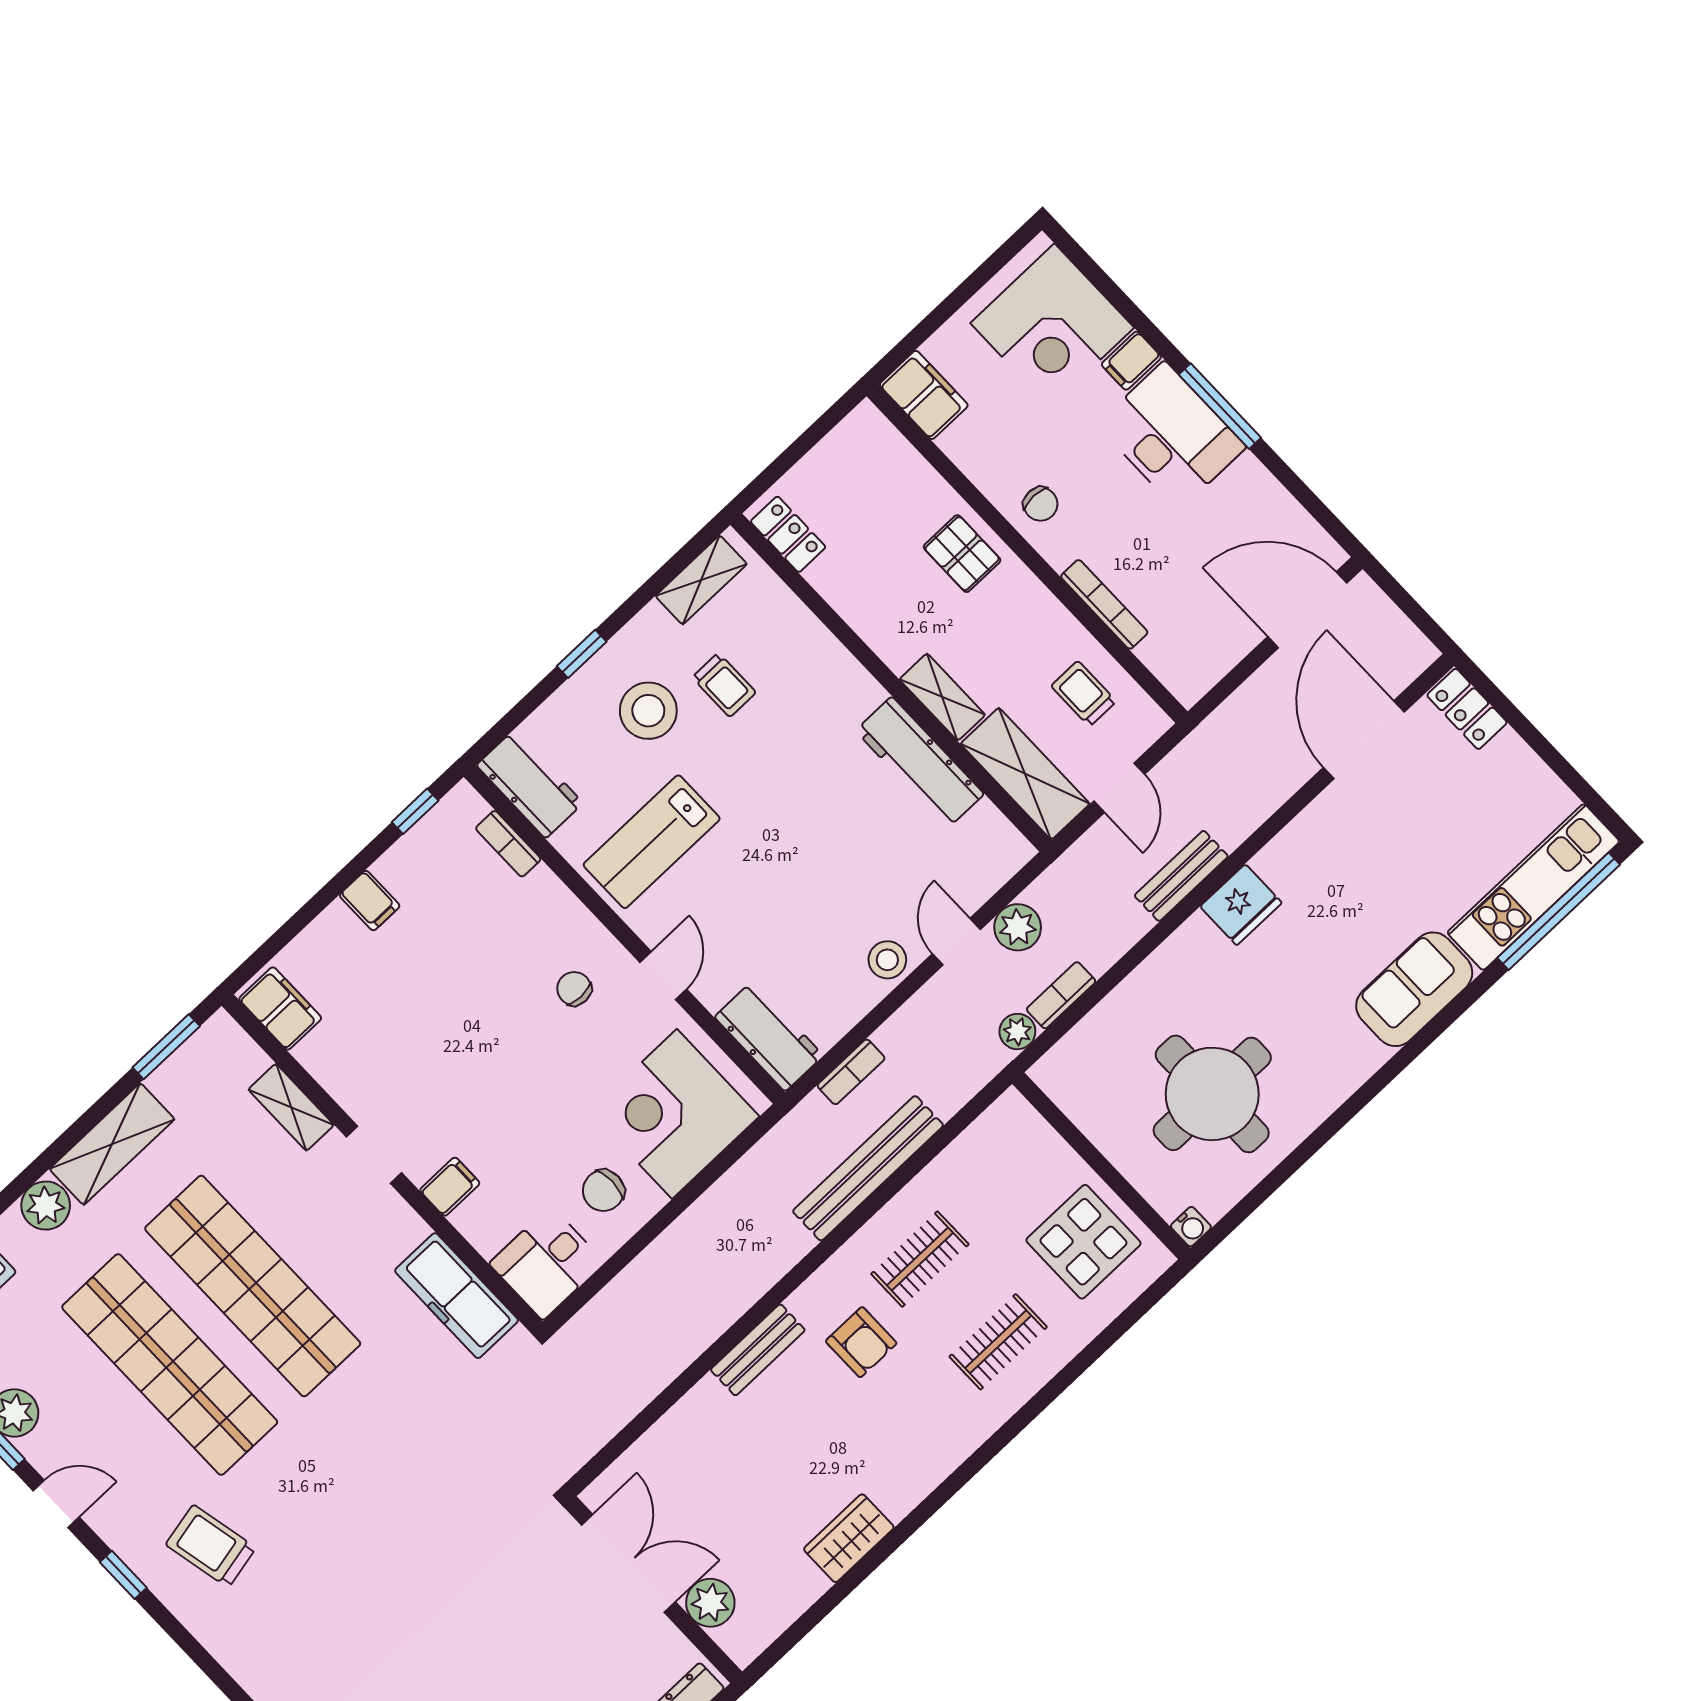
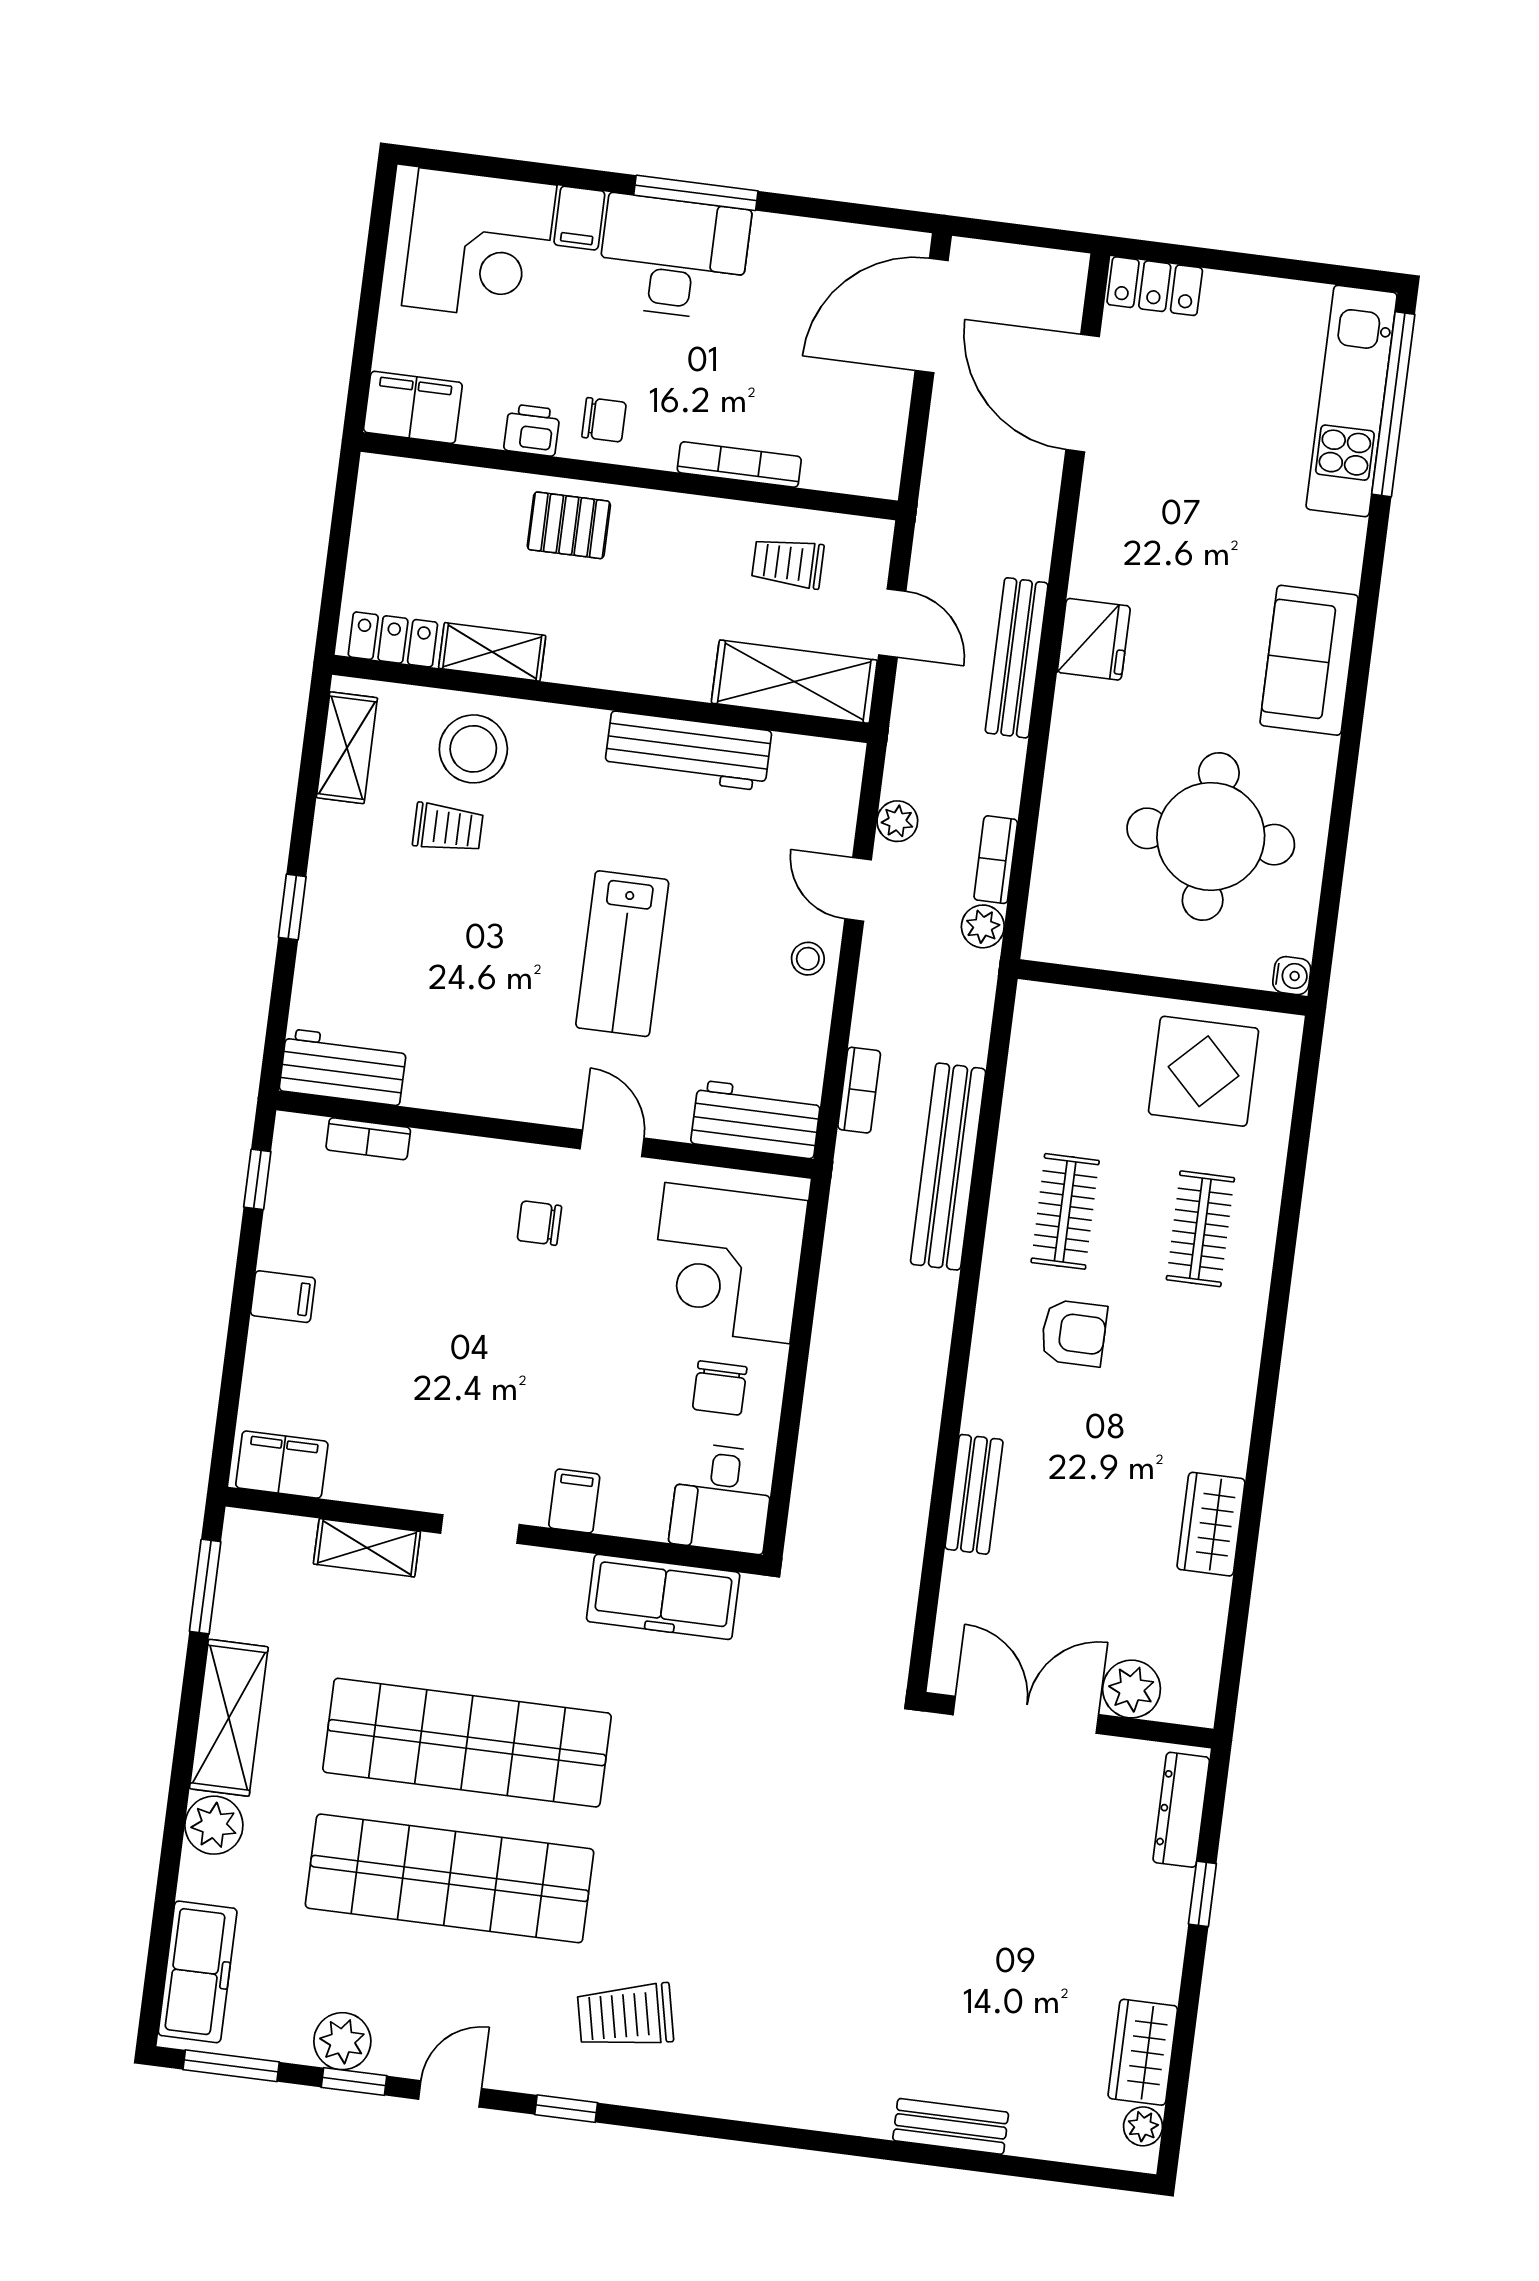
printer: (989, 473) -> (532, 430), added
shelving: (942, 697) -> (492, 652), moved
stool: (648, 711) -> (473, 749), moved
lab bench: (652, 842) -> (622, 954), moved
bench: (1181, 876) -> (1017, 658), width x1.36
plant: (1018, 927) -> (897, 821), width x0.73, depth x0.73
stool: (887, 960) -> (808, 959), width x0.73, depth x0.73
sofa: (1414, 989) -> (1309, 660), moved
bench: (758, 1350) -> (974, 1494), moved

